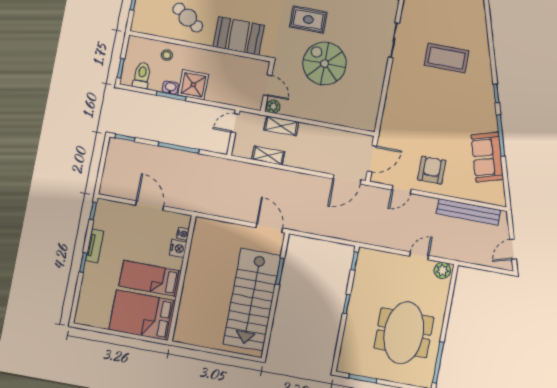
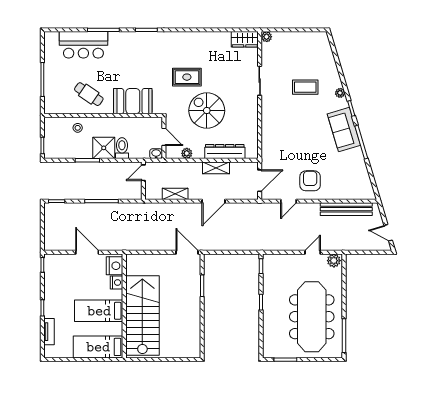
coffee table: (447, 58) -> (305, 87), width x0.73, depth x0.76
plant: (486, 73) -> (340, 93), added
toilet: (142, 75) -> (122, 148), moved
washbasin: (170, 88) -> (156, 154), moved
plant: (273, 107) -> (187, 153), moved
dresser: (337, 116) -> (225, 152), added
shelving: (281, 126) -> (216, 168), moved
sofa: (487, 157) -> (344, 130), moved
door: (347, 179) -> (214, 201), moved
nightstand: (183, 234) -> (115, 266), width x1.89, depth x1.79
tv unit: (95, 246) -> (49, 332), moved
door: (513, 249) -> (388, 233), hinge flipped
stairs: (252, 300) -> (142, 315), moved, turned 180
bed: (142, 315) -> (98, 347), width x0.67
meeting table: (404, 333) -> (312, 317), width x1.36

